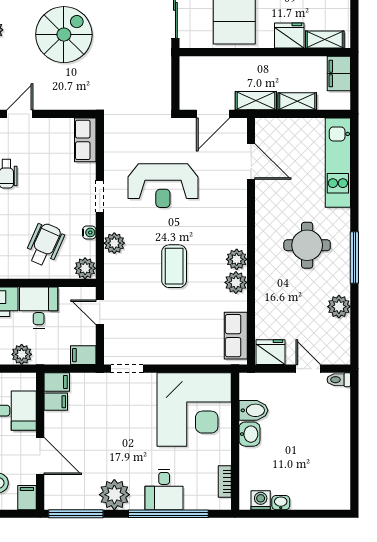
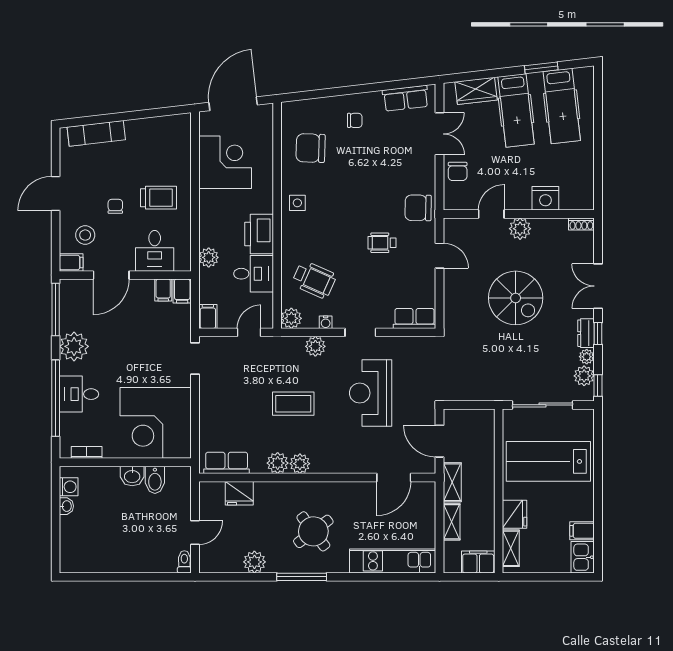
round table: (307, 245) -> (313, 531), turned -37
fridge: (271, 352) -> (239, 493), moved, turned 90

